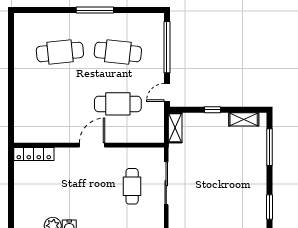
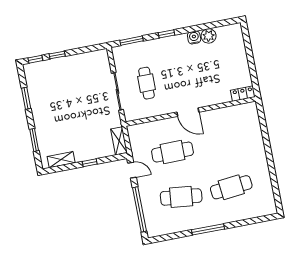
door: (167, 92) -> (132, 170), hinge flipped
door: (92, 145) -> (188, 112), hinge flipped
window: (269, 147) -> (34, 140), width x0.69
locker: (34, 154) -> (243, 94), width x0.66
window: (269, 207) -> (26, 98), moved

